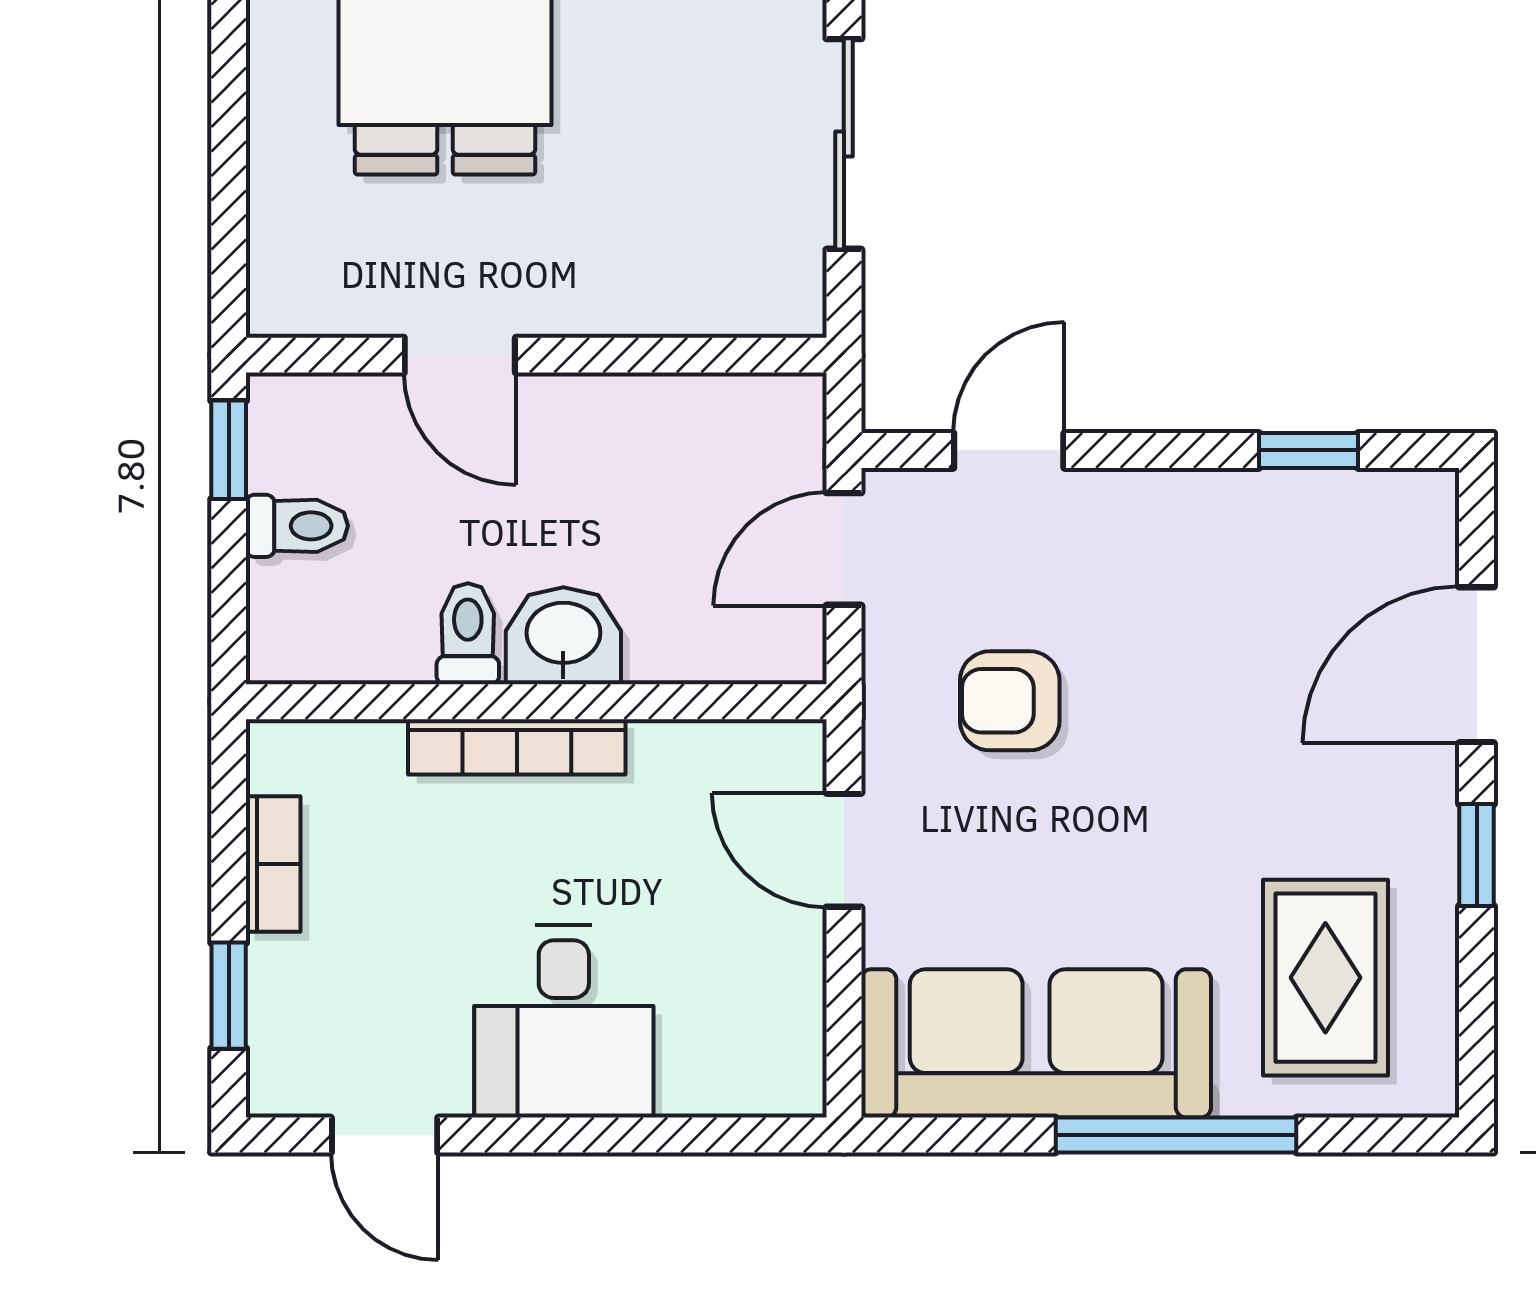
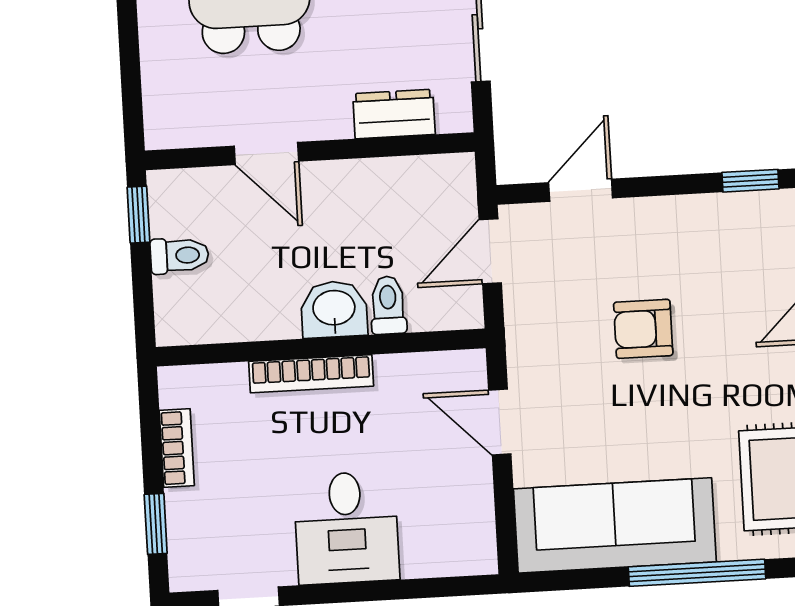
dresser: (688, 298) -> (394, 114), added
toilet: (468, 634) -> (388, 305), moved
armchair: (1010, 701) -> (643, 329), moved

